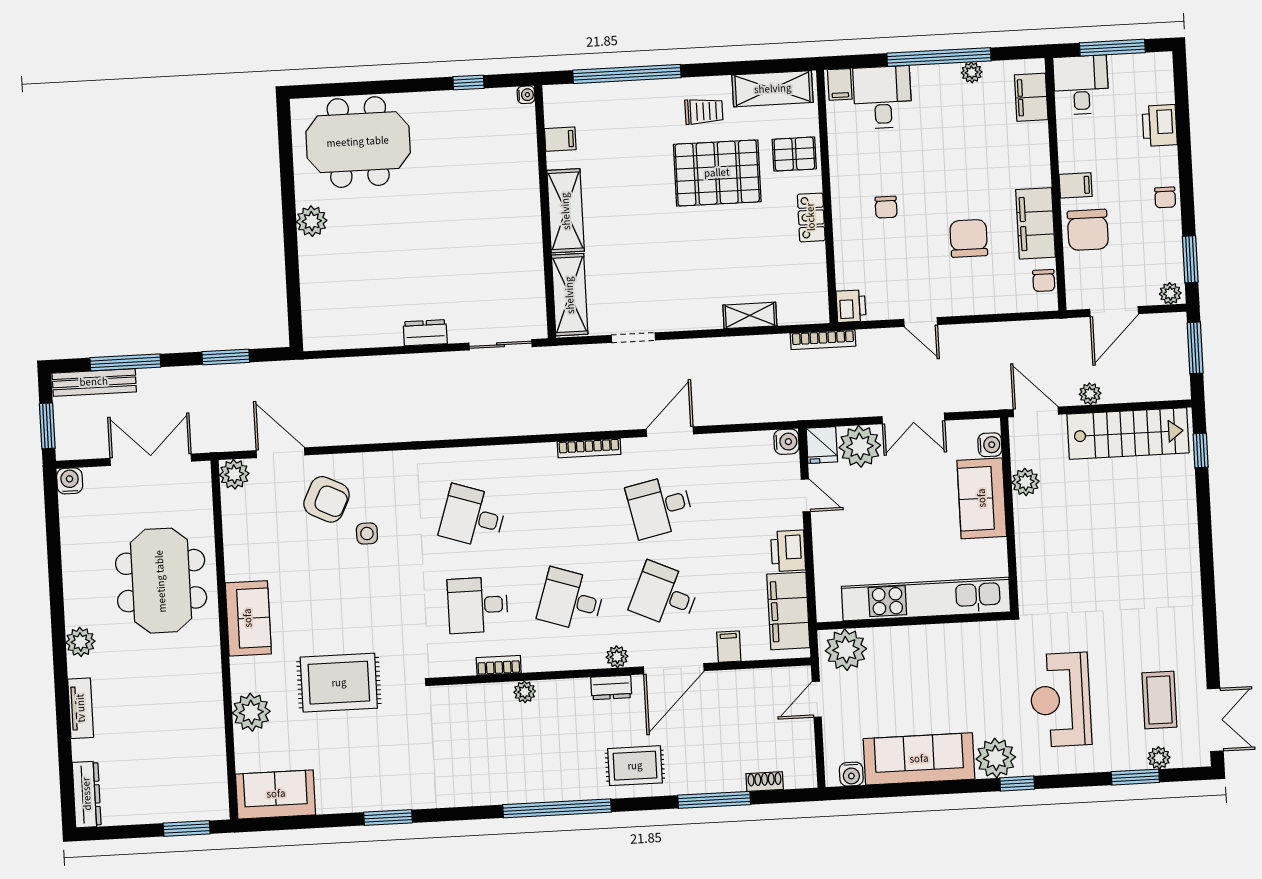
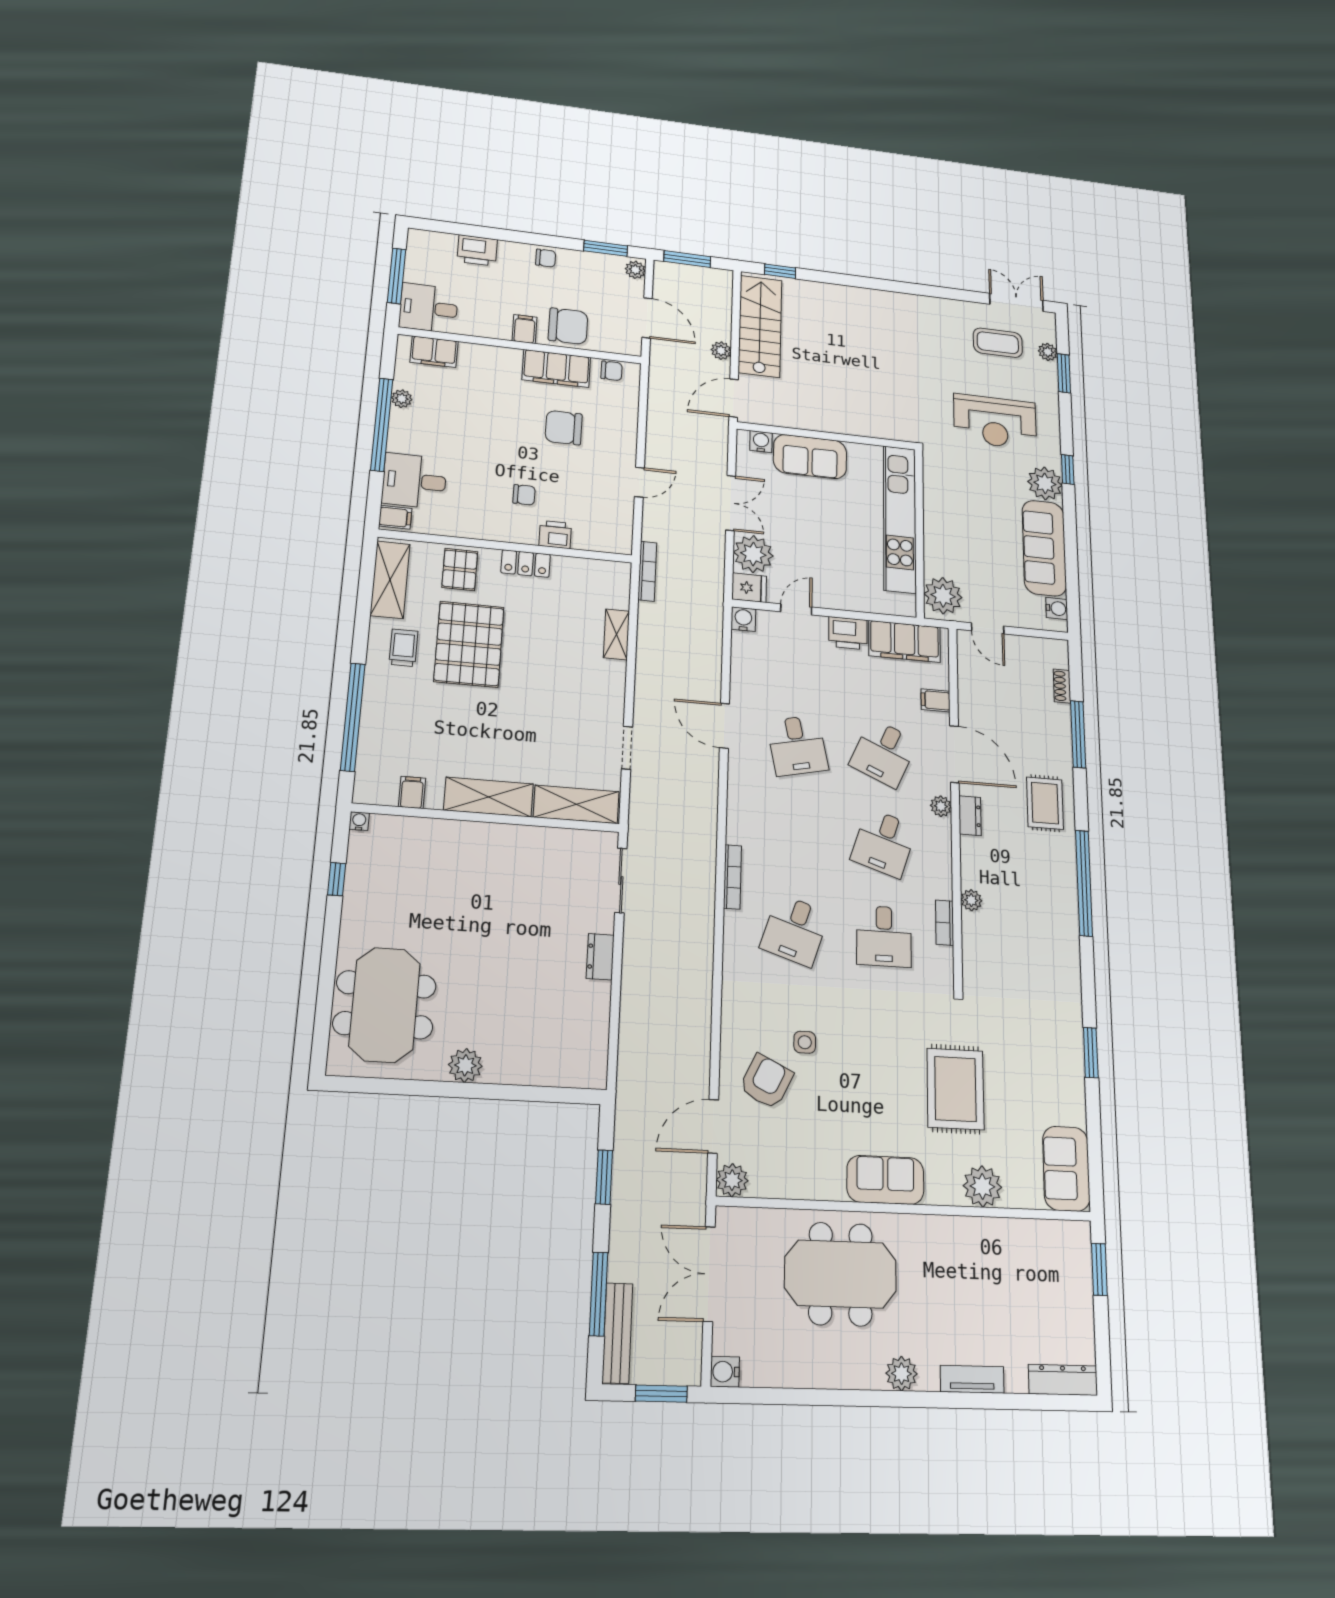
printer: (851, 306) -> (555, 535), moved
bookcase: (589, 448) -> (732, 877), moved
plant: (1025, 482) -> (798, 417), removed

